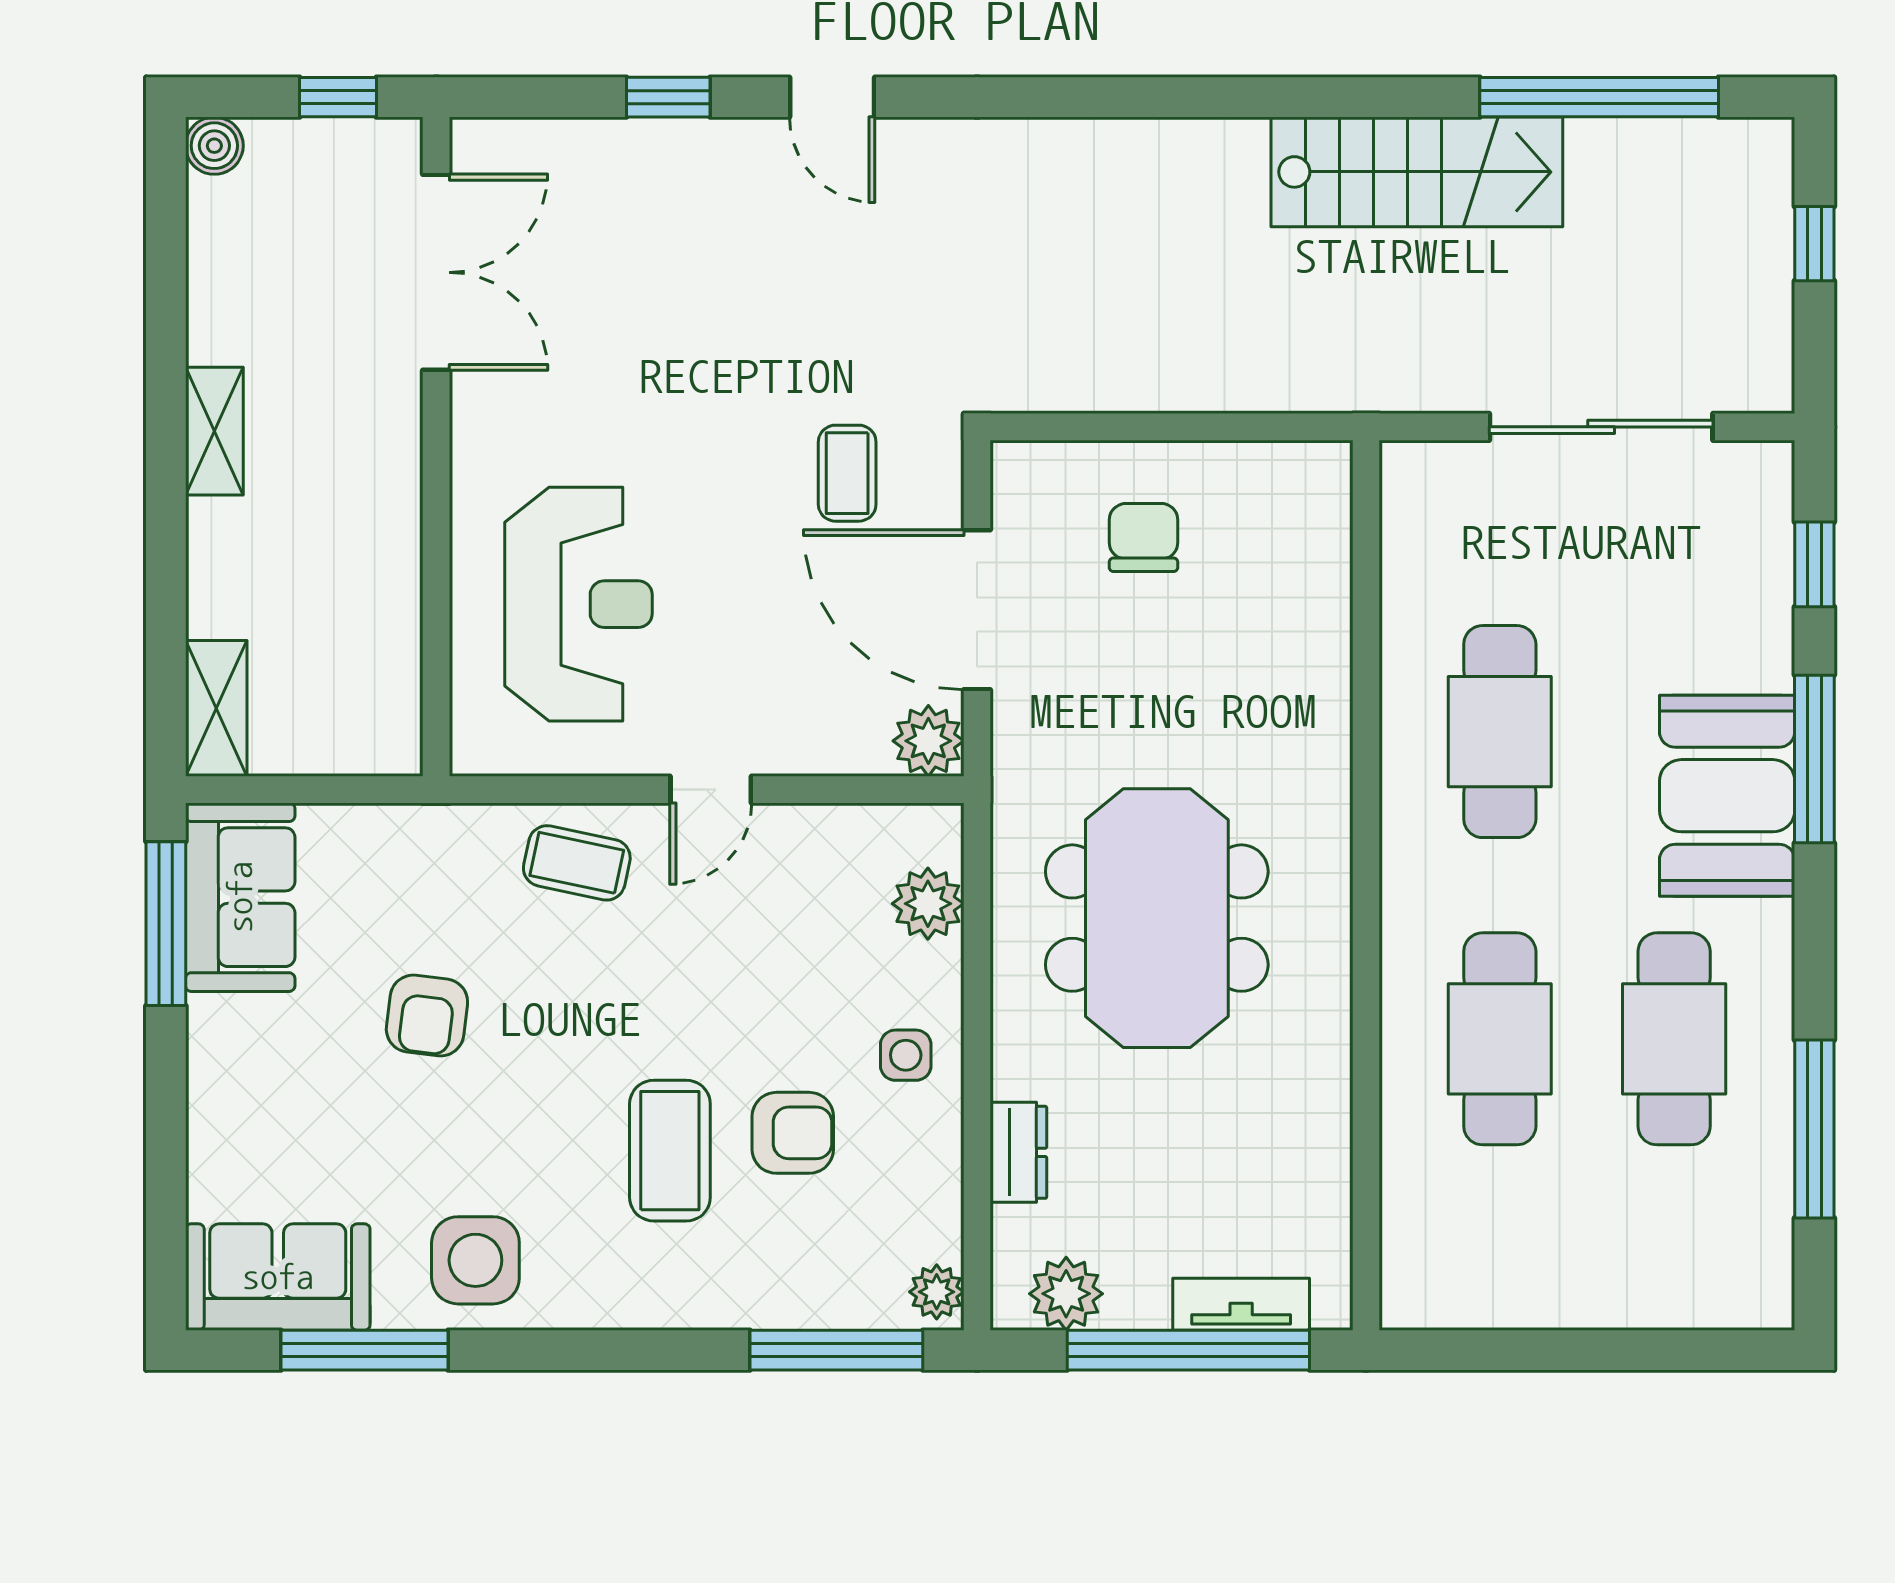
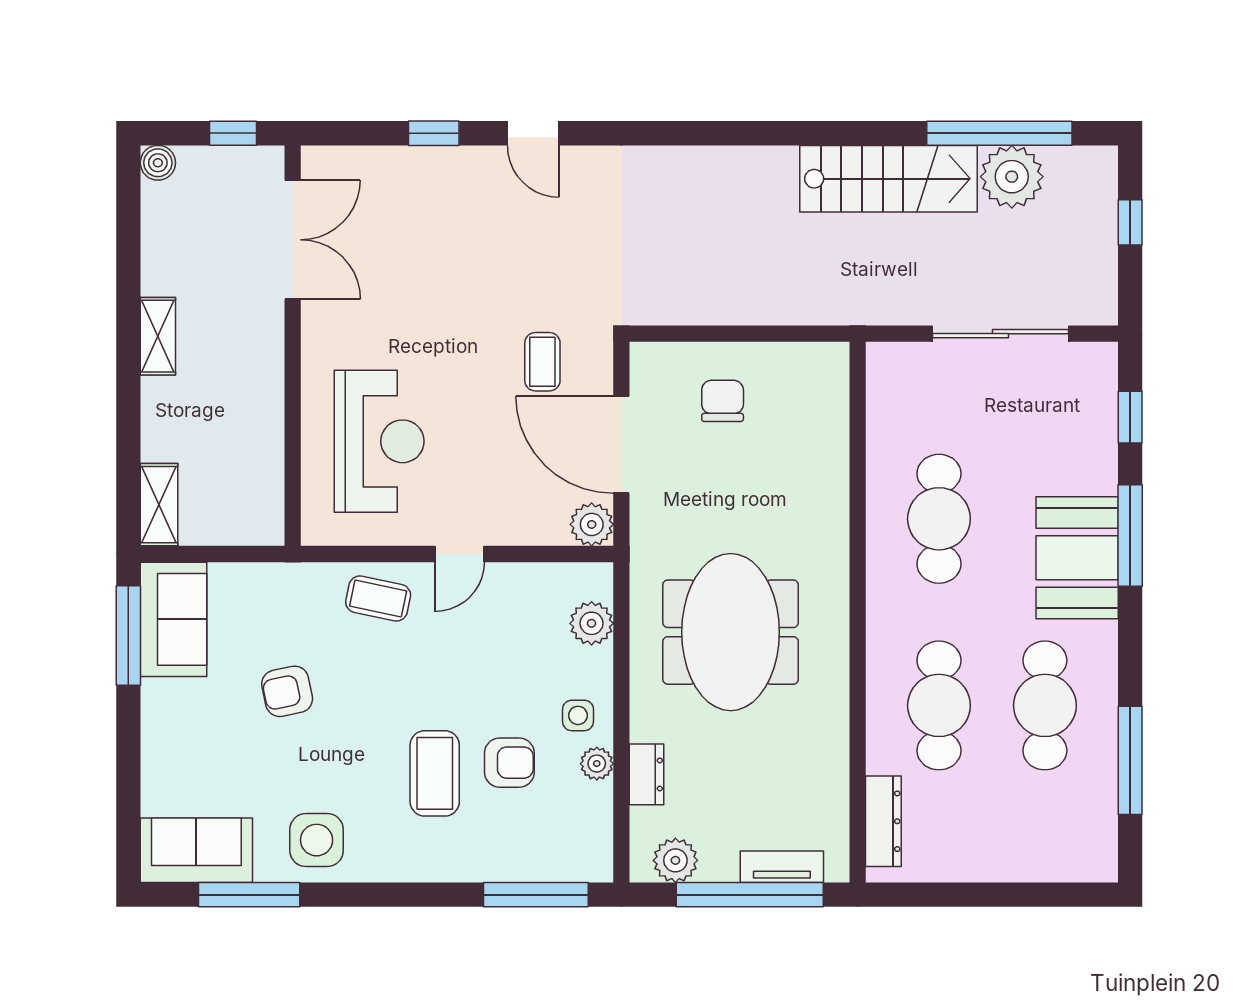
plant: (1620, 169) -> (1012, 177), added
armchair: (427, 1016) -> (287, 691), turned 71
dresser: (1408, 1229) -> (883, 821), added
plant: (937, 1292) -> (597, 764), moved

